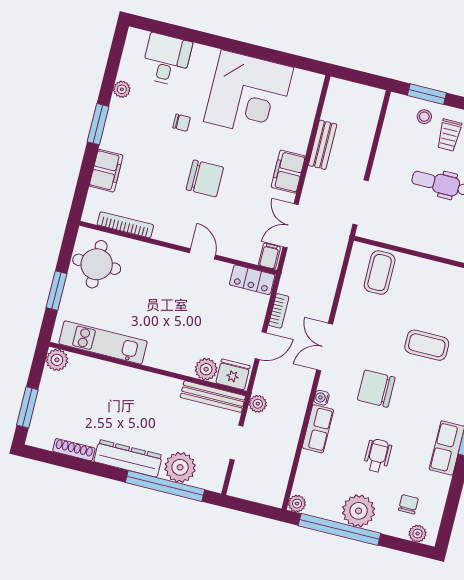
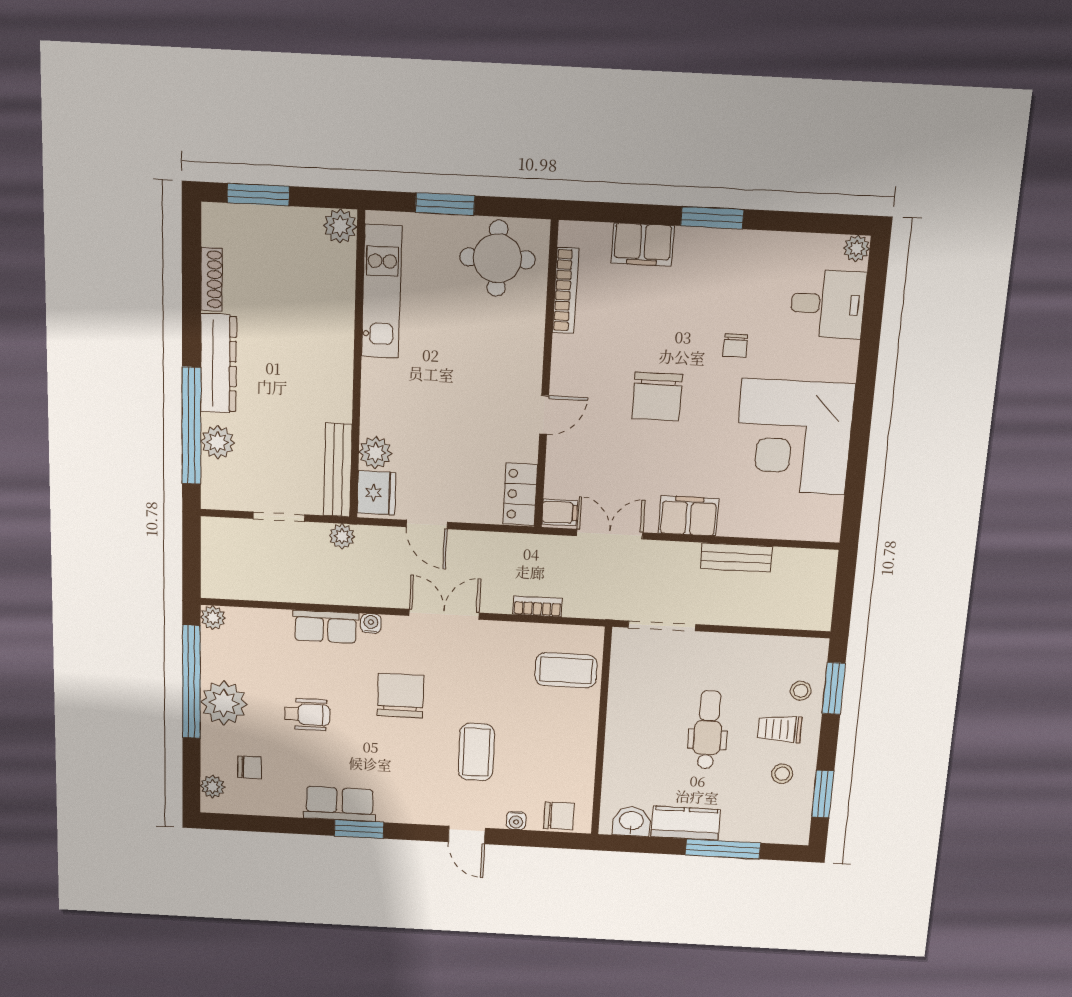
plant: (122, 89) -> (857, 248), moved
bookcase: (279, 311) -> (537, 606), moved, turned 180
plant: (180, 467) -> (218, 442), width x0.73, depth x0.73

